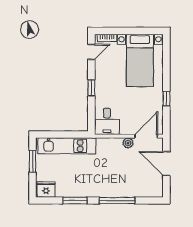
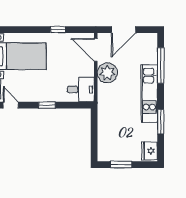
plant: (128, 143) -> (107, 73), width x1.87, depth x1.87
kitchen unit: (67, 146) -> (149, 94), moved, turned 180
window: (117, 200) -> (161, 65), moved

